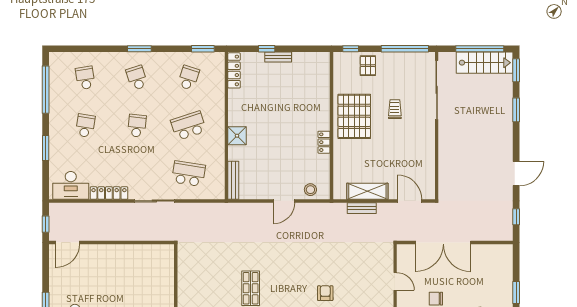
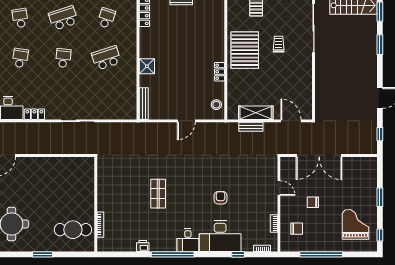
school desk: (137, 78) -> (63, 18), width x1.85
school desk: (188, 174) -> (106, 98), removed
stool: (310, 190) -> (216, 105), moved
locker: (109, 193) -> (34, 114), width x0.66

